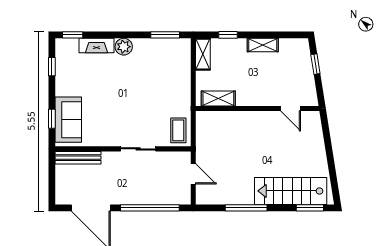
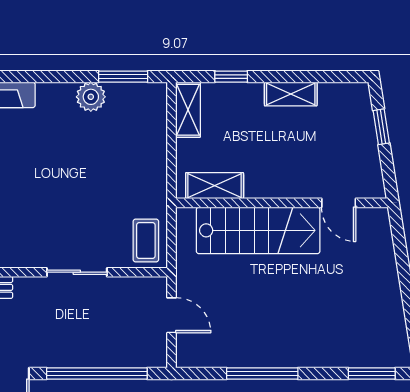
plant: (124, 47) -> (91, 97), moved
stairs: (291, 191) -> (258, 230), moved, turned 180

